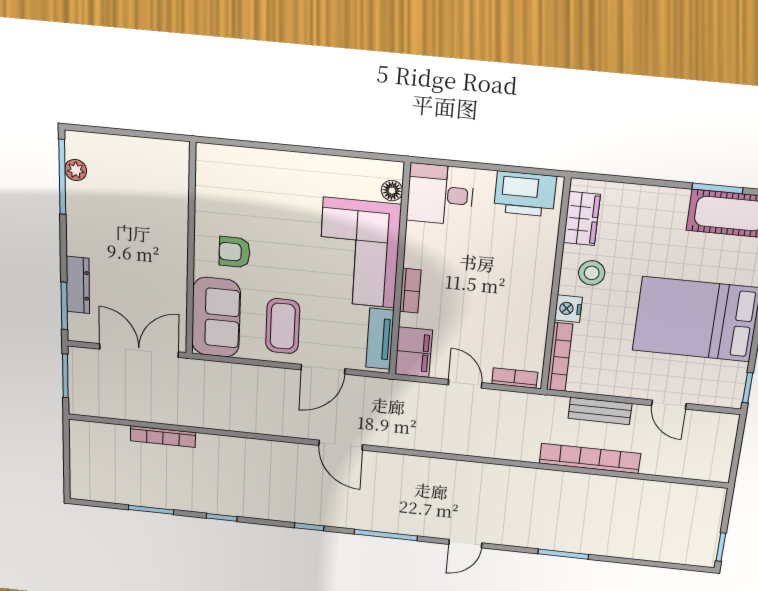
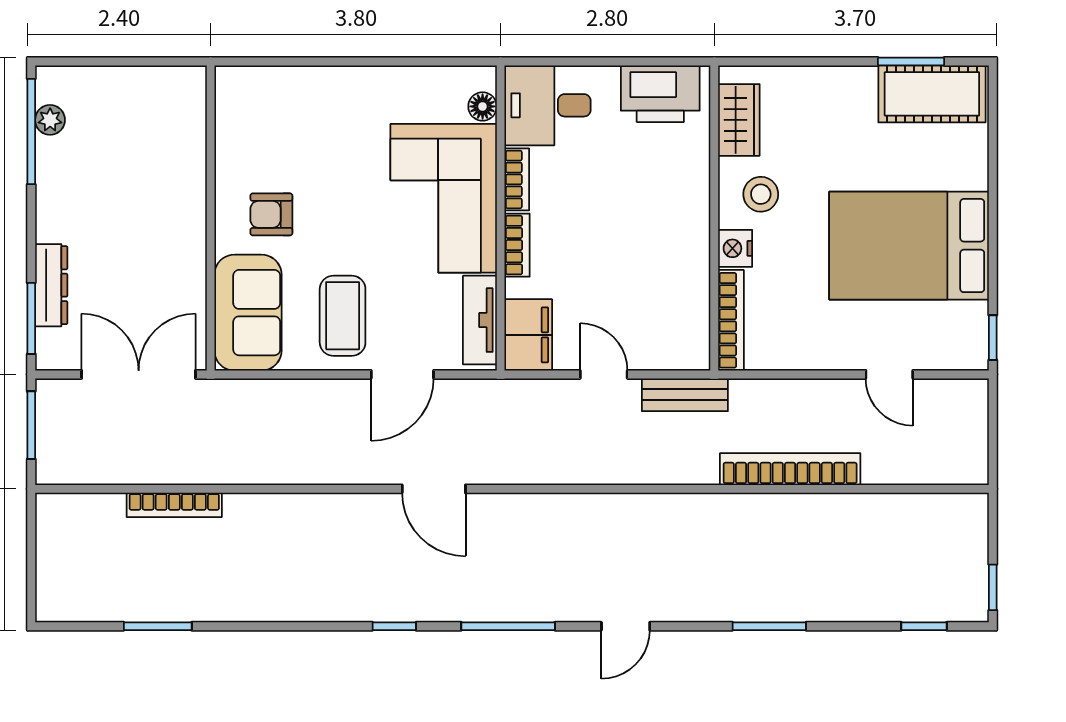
bookcase: (515, 378) -> (517, 179), moved, turned 90
bench: (600, 411) -> (685, 395), moved
window: (222, 517) -> (924, 626), moved

